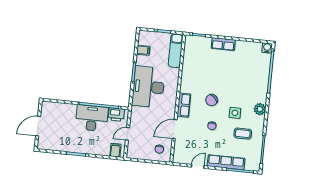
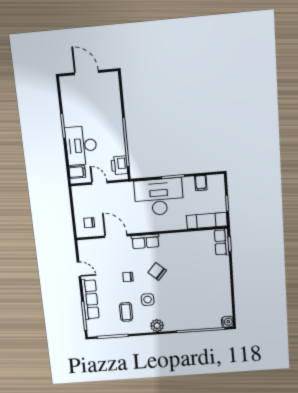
row of seats: (223, 44) -> (222, 242), moved
desk: (92, 118) -> (81, 146), moved, turned 180

